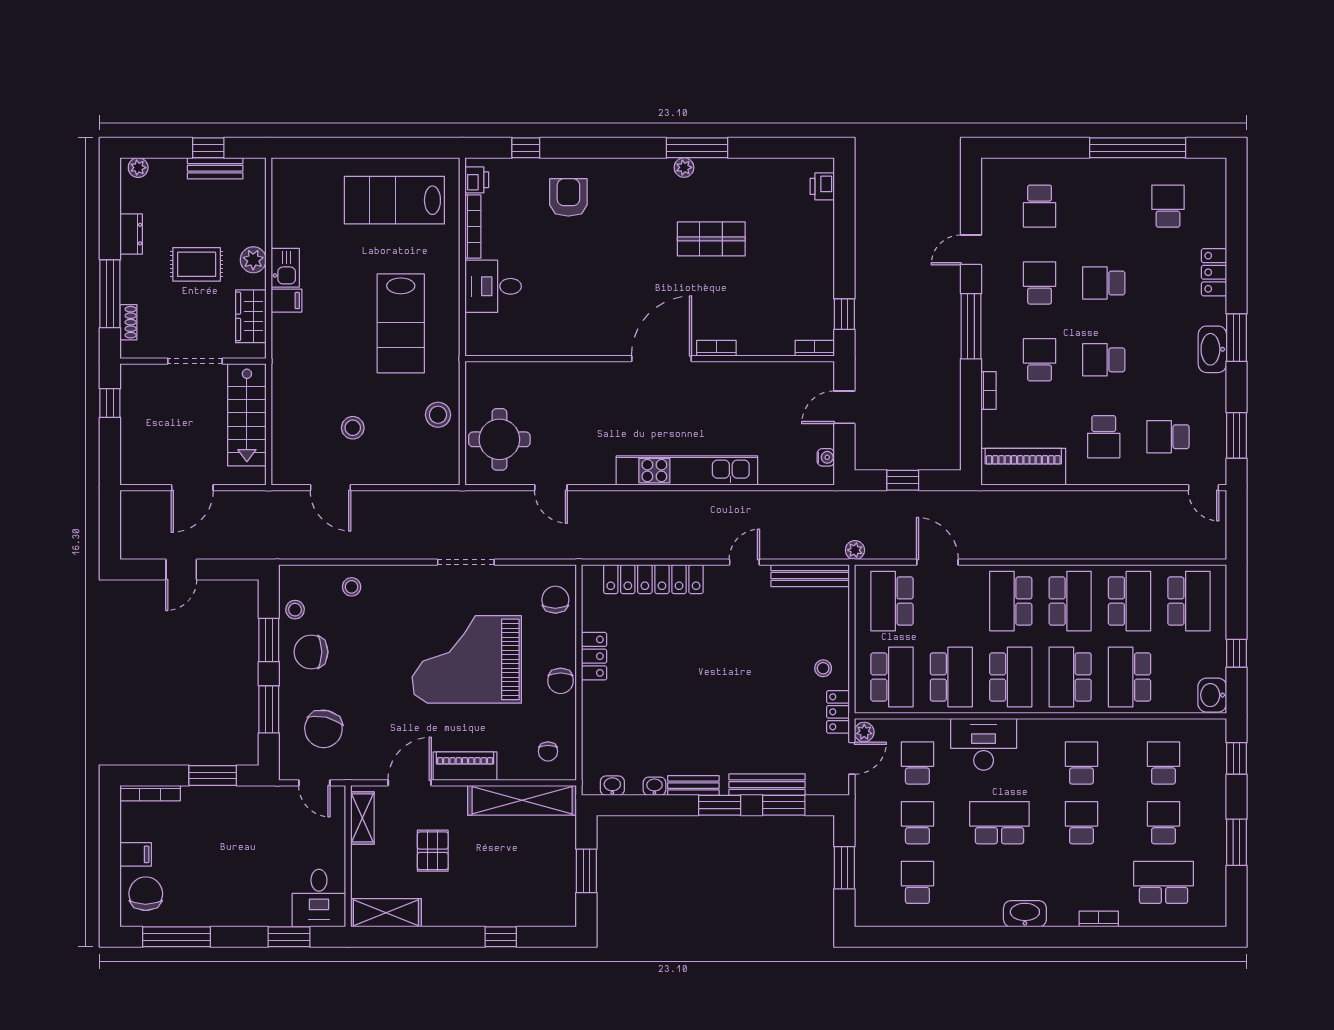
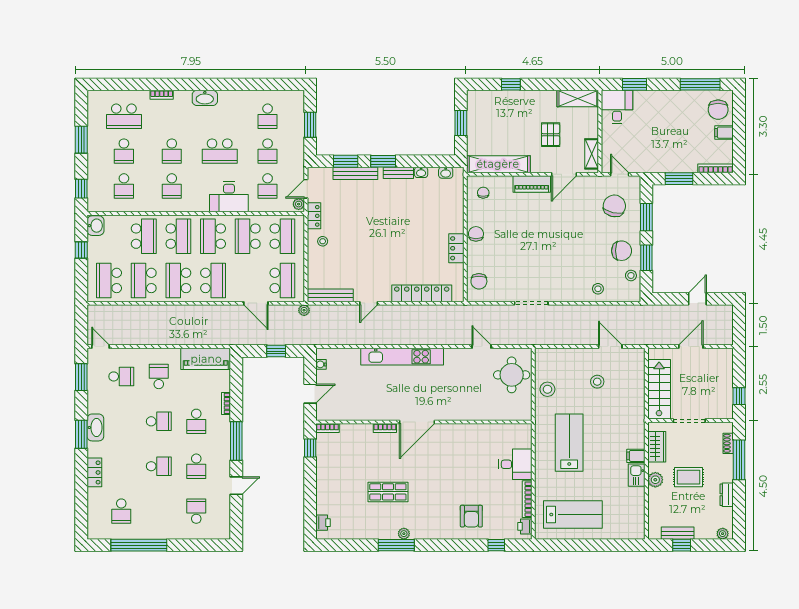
grand piano: (467, 659) -> (531, 246), removed
school desk: (892, 677) -> (282, 236), turned 180

